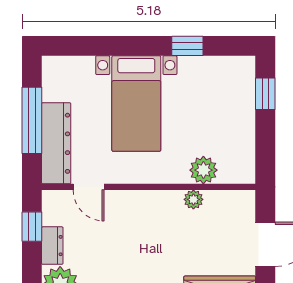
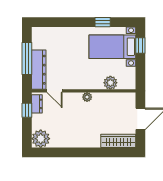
bed with nightstands: (136, 103) -> (112, 47), moved, turned 90
plant: (193, 199) -> (87, 97), moved
dresser: (52, 246) -> (37, 104), moved

